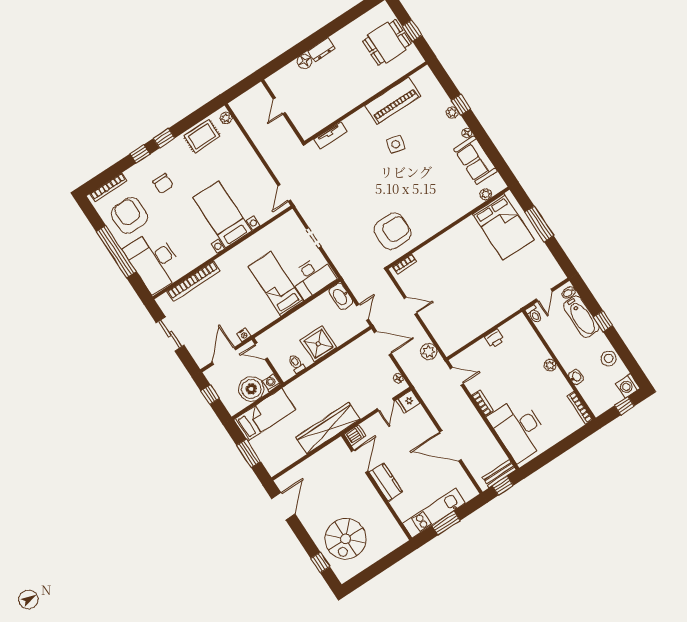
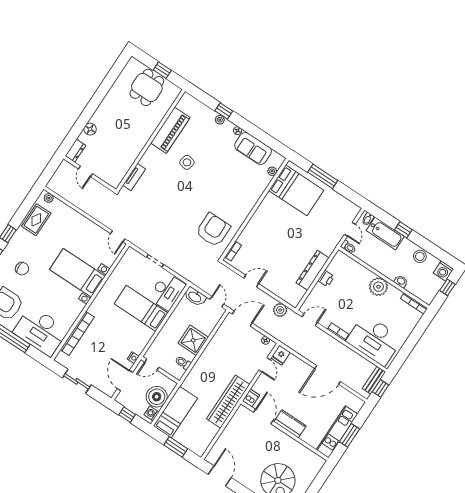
dresser: (321, 50) -> (76, 151), moved
dresser: (483, 323) -> (313, 270), added
plant: (550, 365) -> (378, 287), width x1.88, depth x1.88
washing machine: (271, 383) -> (151, 413), moved

